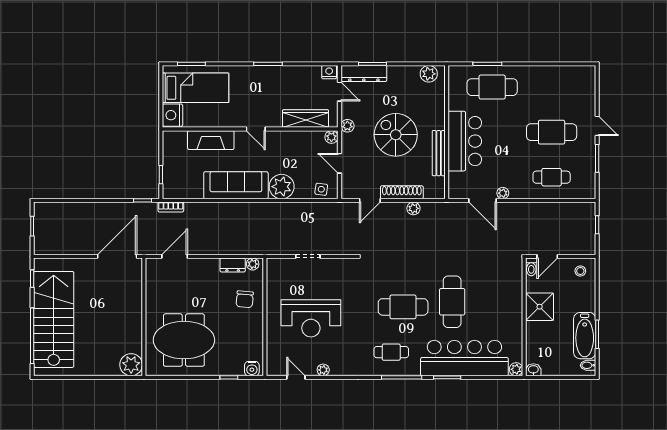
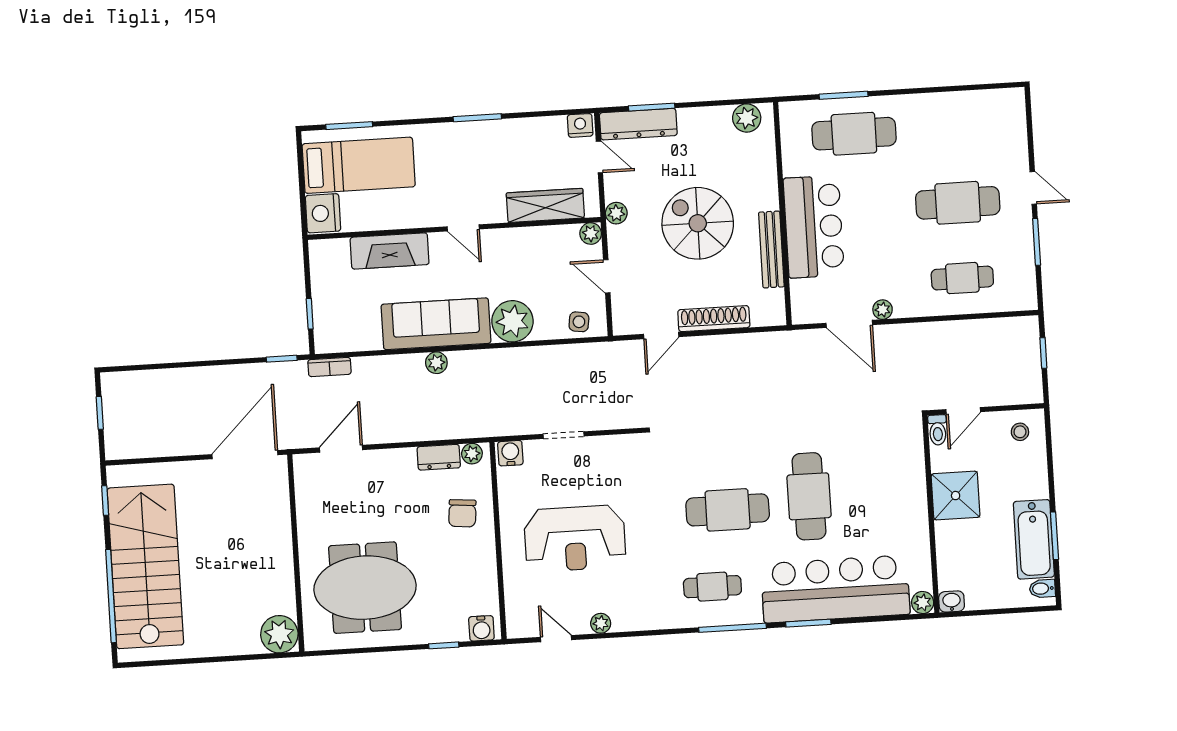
plant: (413, 208) -> (436, 363), moved
water cooler: (276, 265) -> (510, 453), added

